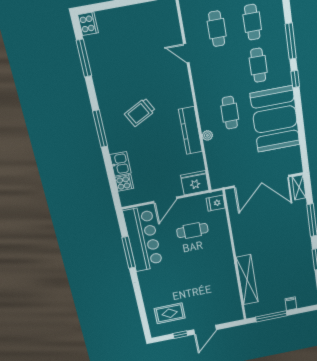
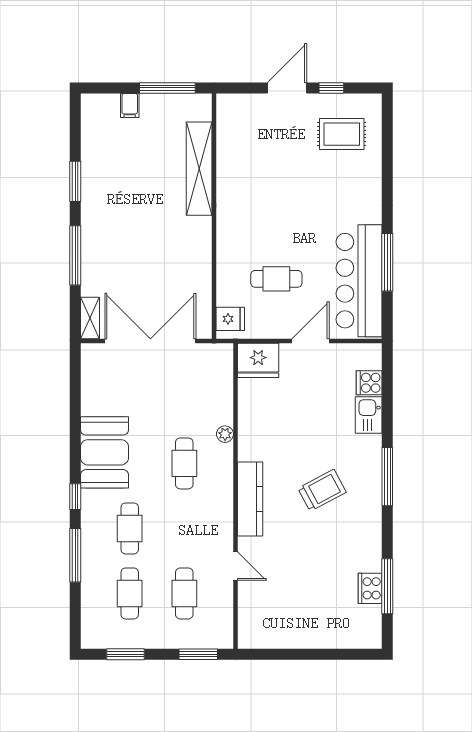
cooker: (88, 24) -> (370, 588), moved
booth: (275, 119) -> (104, 452), width x0.73, depth x0.70
kitchen counter: (190, 130) -> (250, 499), moved

